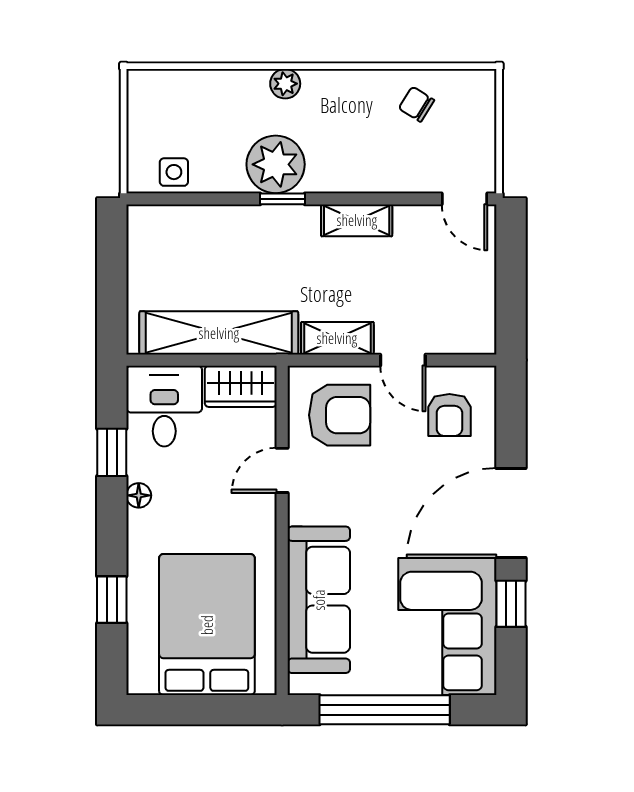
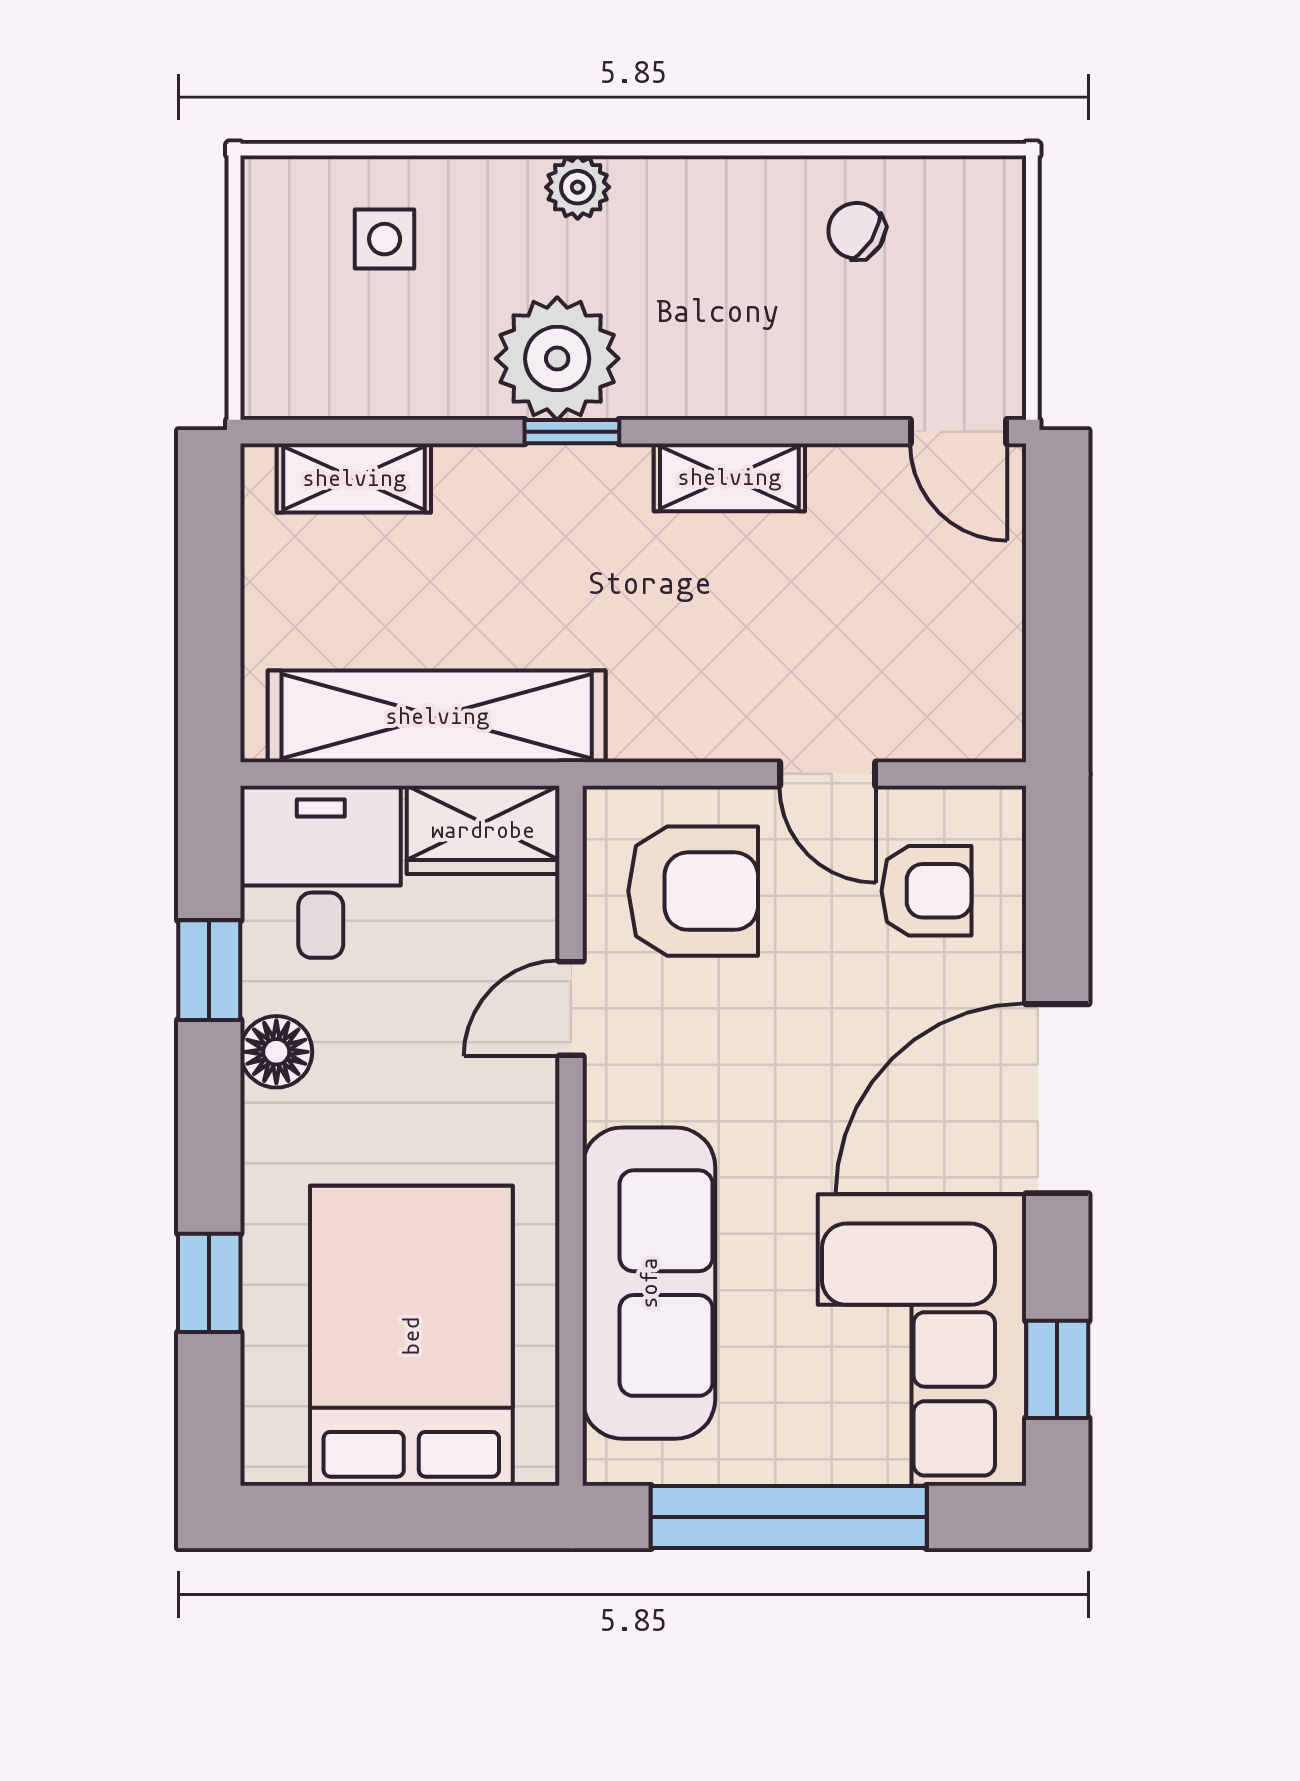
side table: (174, 172) -> (385, 239), moved
shelving: (337, 338) -> (354, 478), moved
armchair: (449, 415) -> (926, 891), turned -90
floor lamp: (139, 495) -> (276, 1052), width x1.37, depth x1.37
window: (511, 604) -> (1057, 1369), moved

